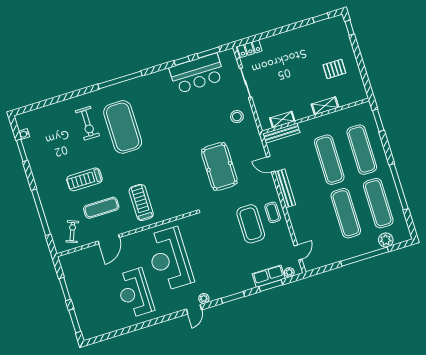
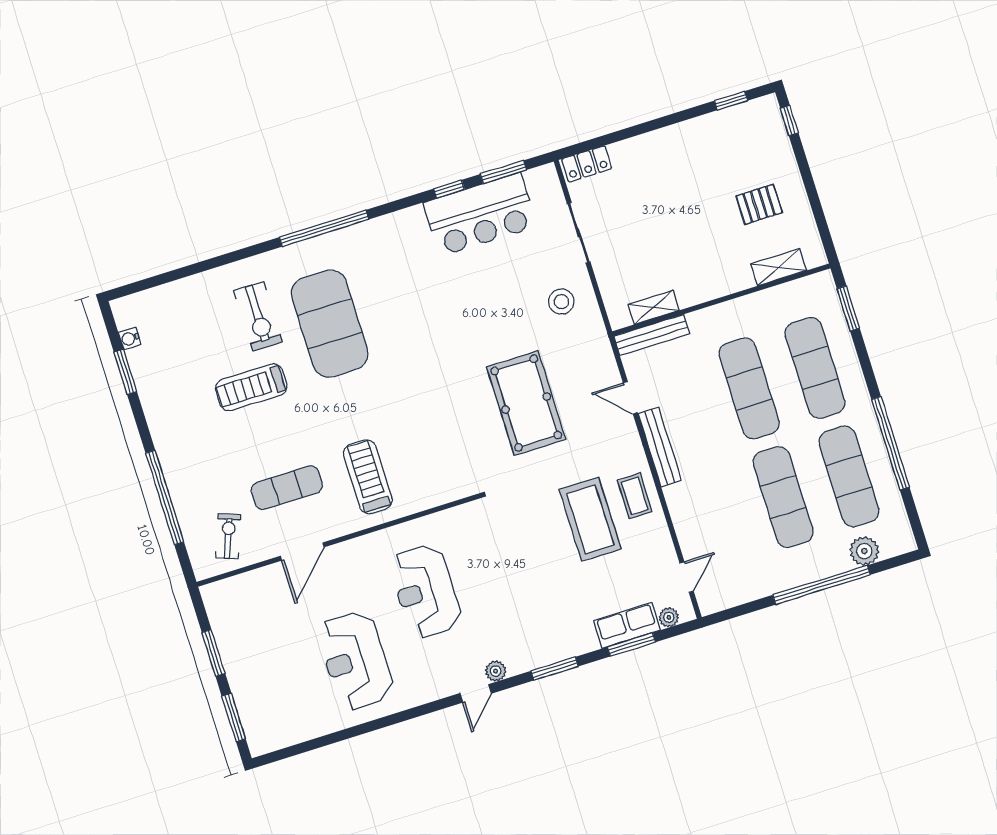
shelving: (325, 106) -> (779, 267), moved
treadmill: (84, 179) -> (251, 387), moved
reception desk: (169, 259) -> (425, 591), width x0.74, depth x0.77

